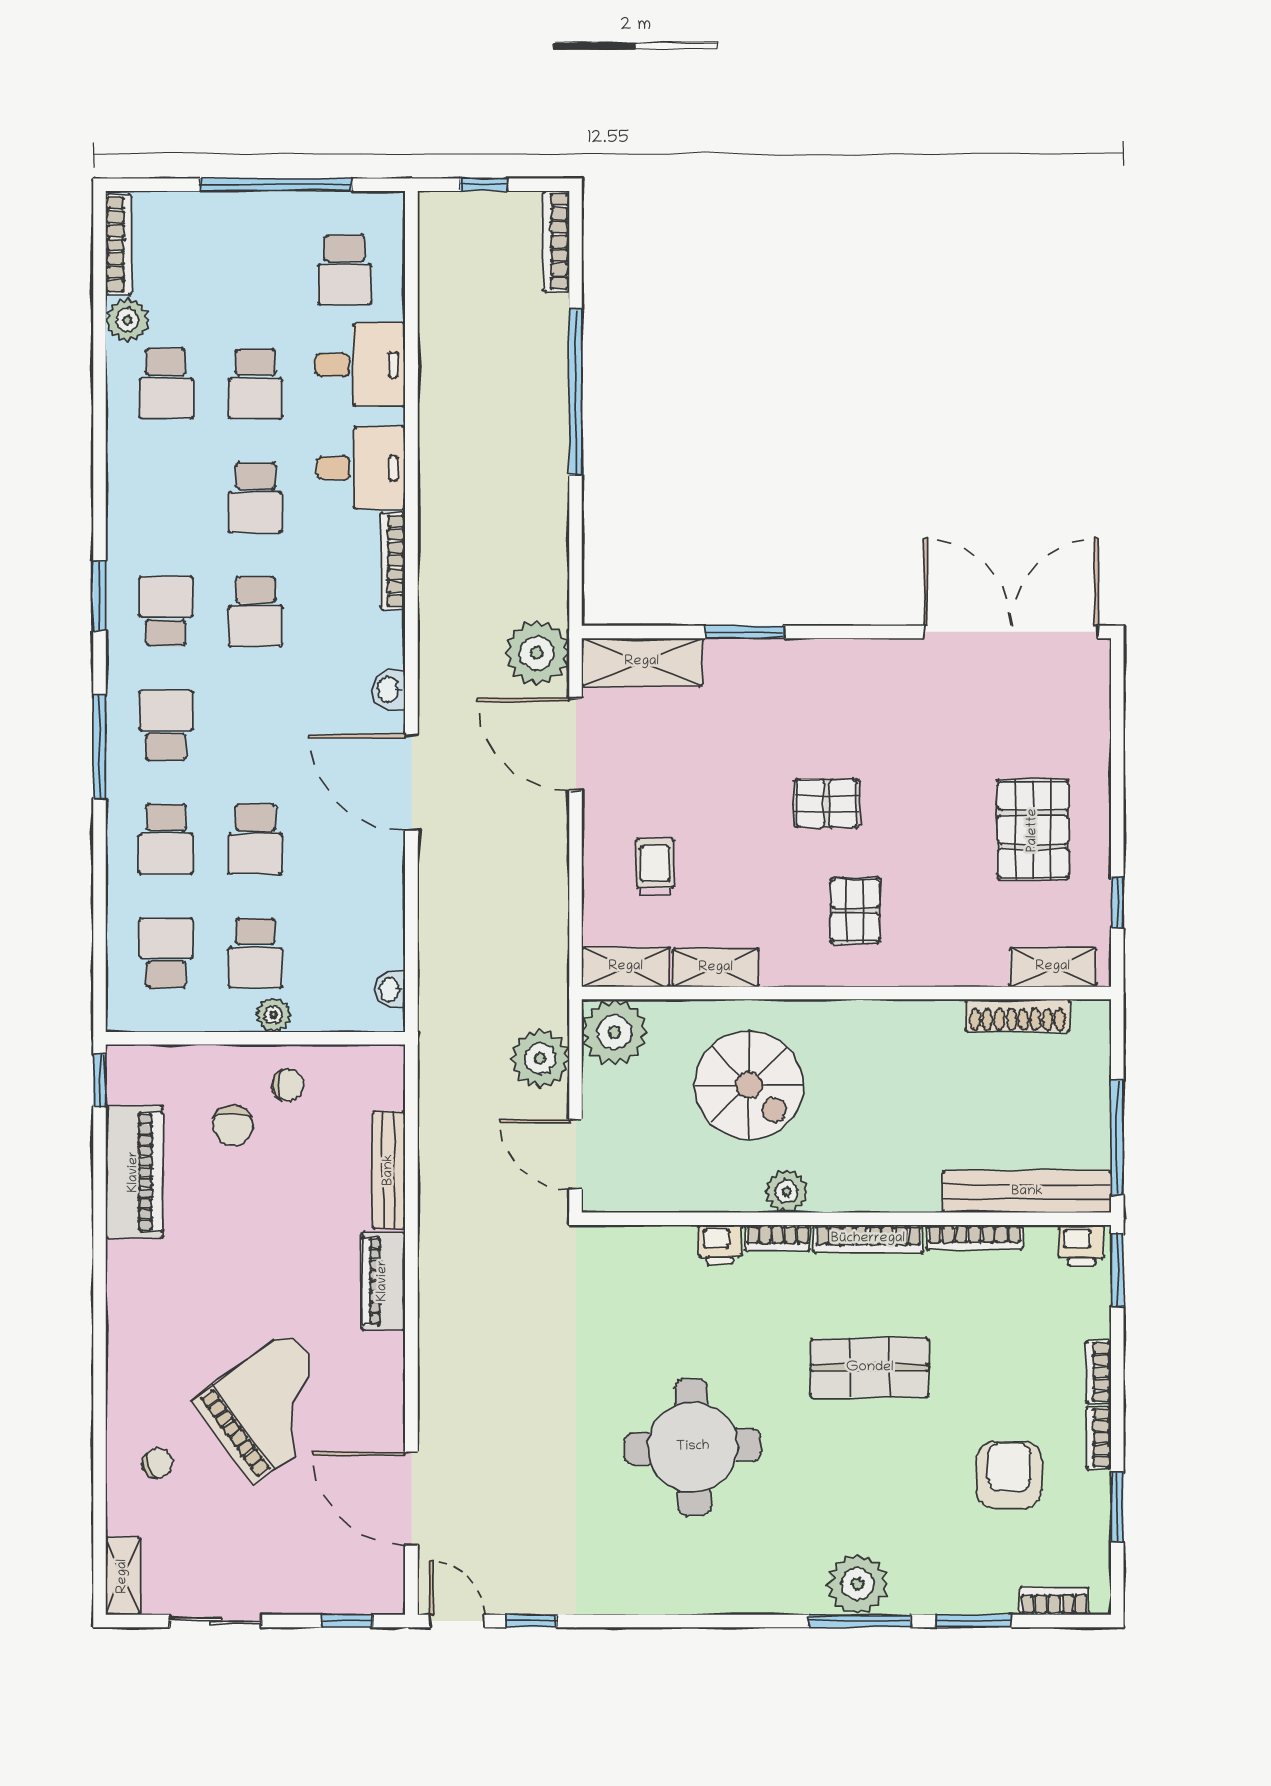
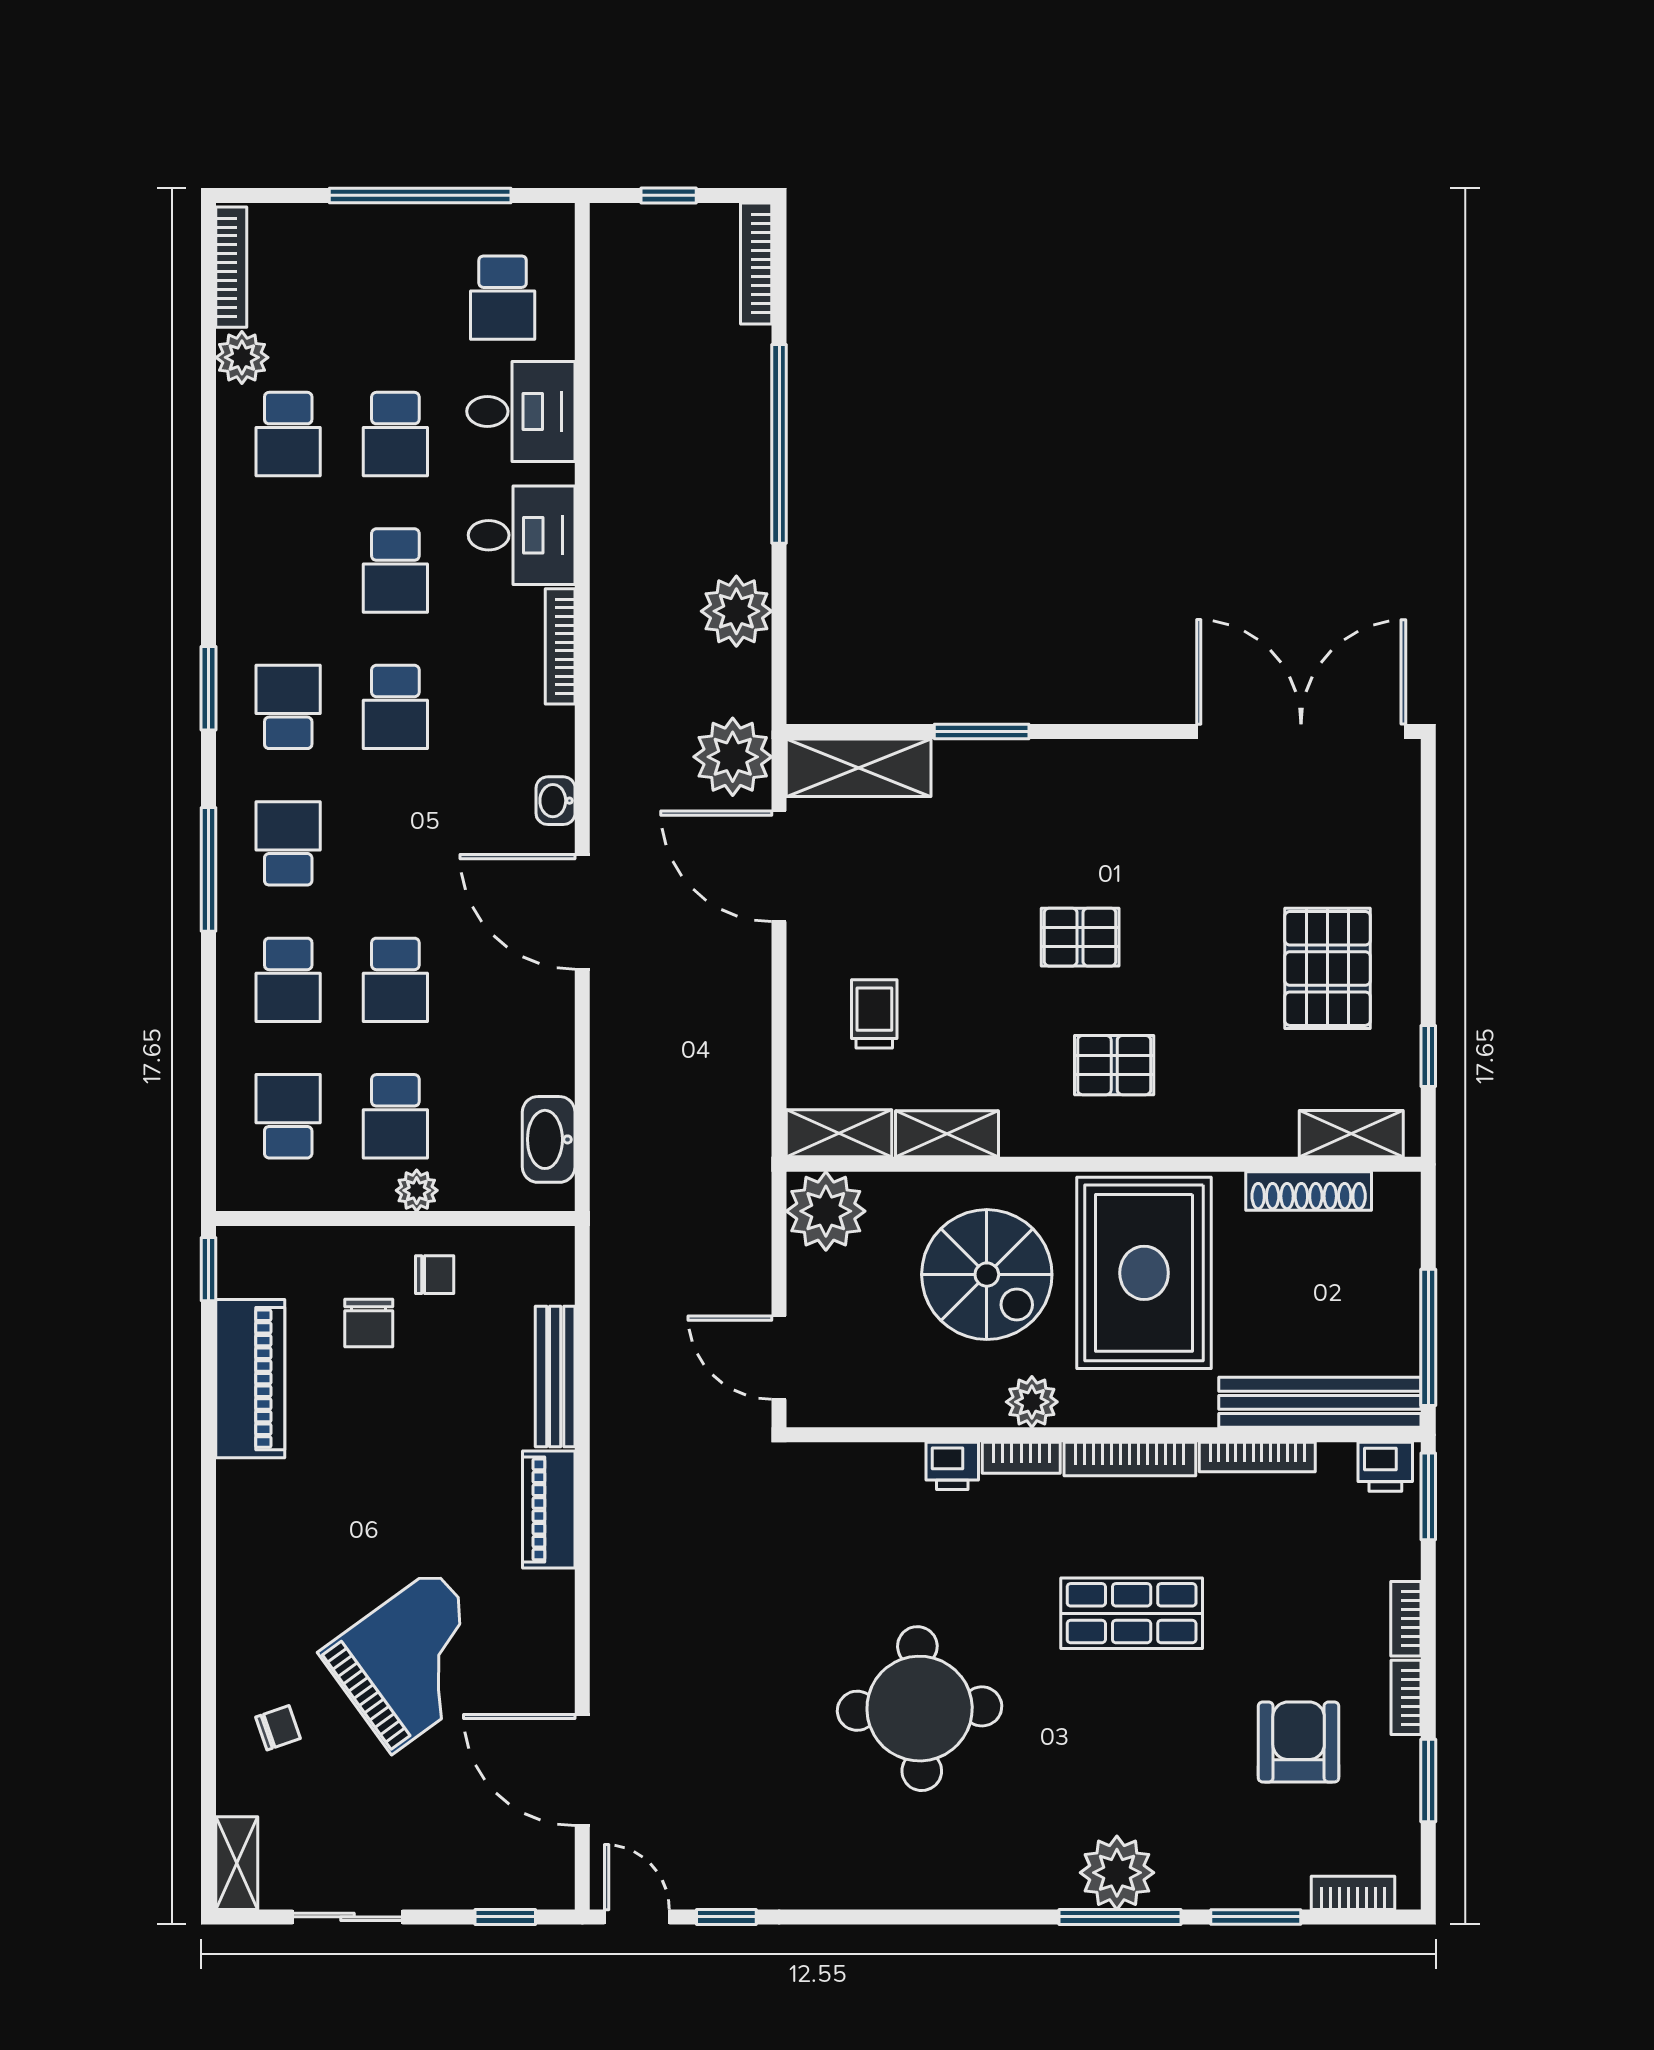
pallet: (855, 910) -> (1114, 1065), turned 90
washbasin: (390, 989) -> (549, 1139), width x1.91, depth x1.45
plant: (540, 1059) -> (736, 611), moved
rug: (880, 1084) -> (1144, 1273), added

